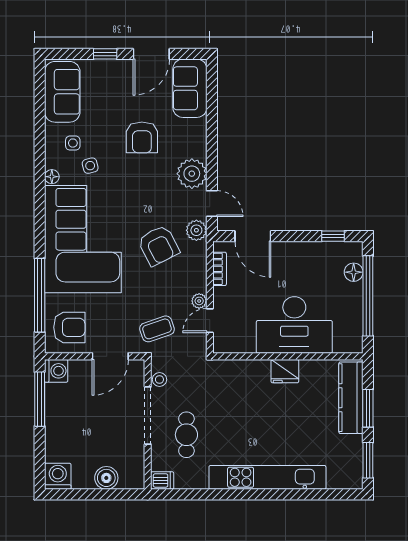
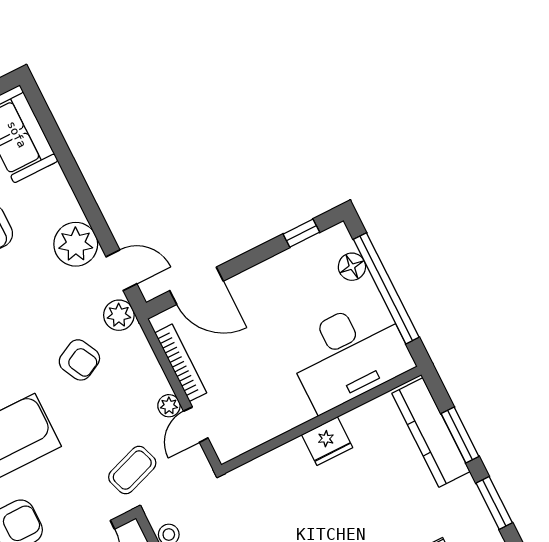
armchair: (159, 245) -> (79, 360), width x0.72, depth x0.72
bookcase: (220, 269) -> (181, 363), width x1.56
desk: (294, 325) -> (349, 354), moved

